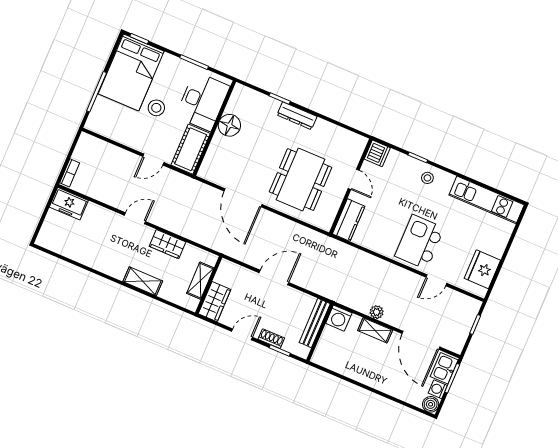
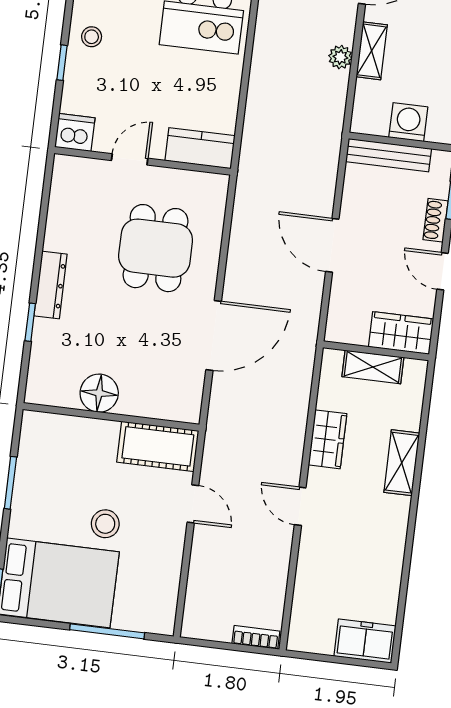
desk: (203, 101) -> (72, 449), removed
dining table: (301, 180) -> (156, 248), width x0.73
freezer: (69, 204) -> (365, 641), moved, turned -90
washing machine: (339, 318) -> (408, 122), moved, turned -90

